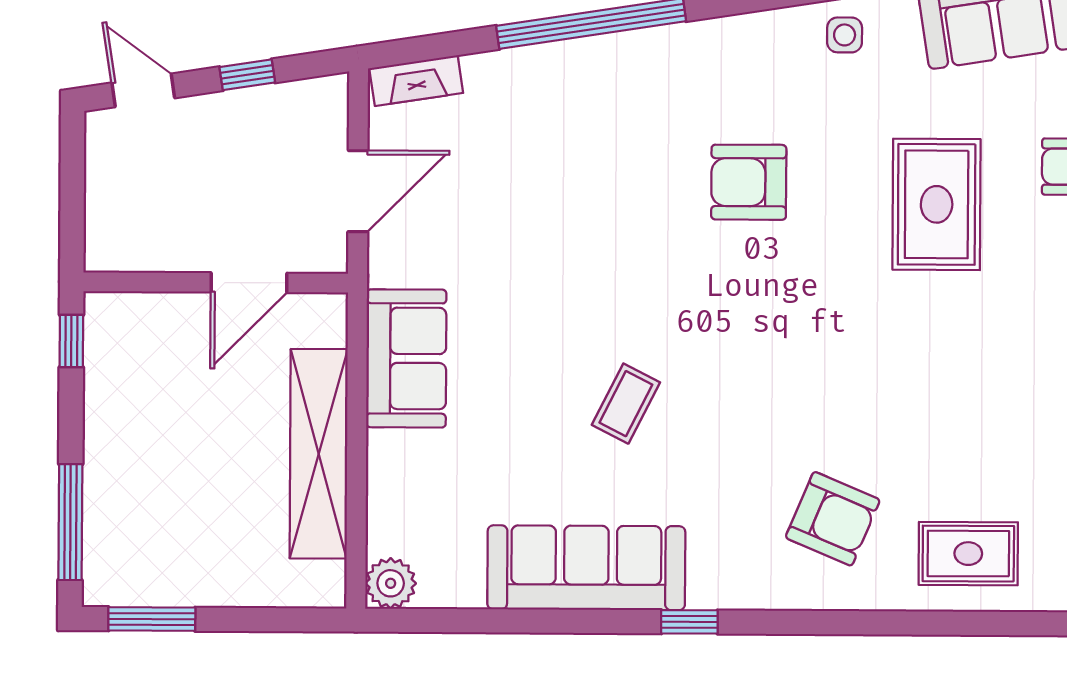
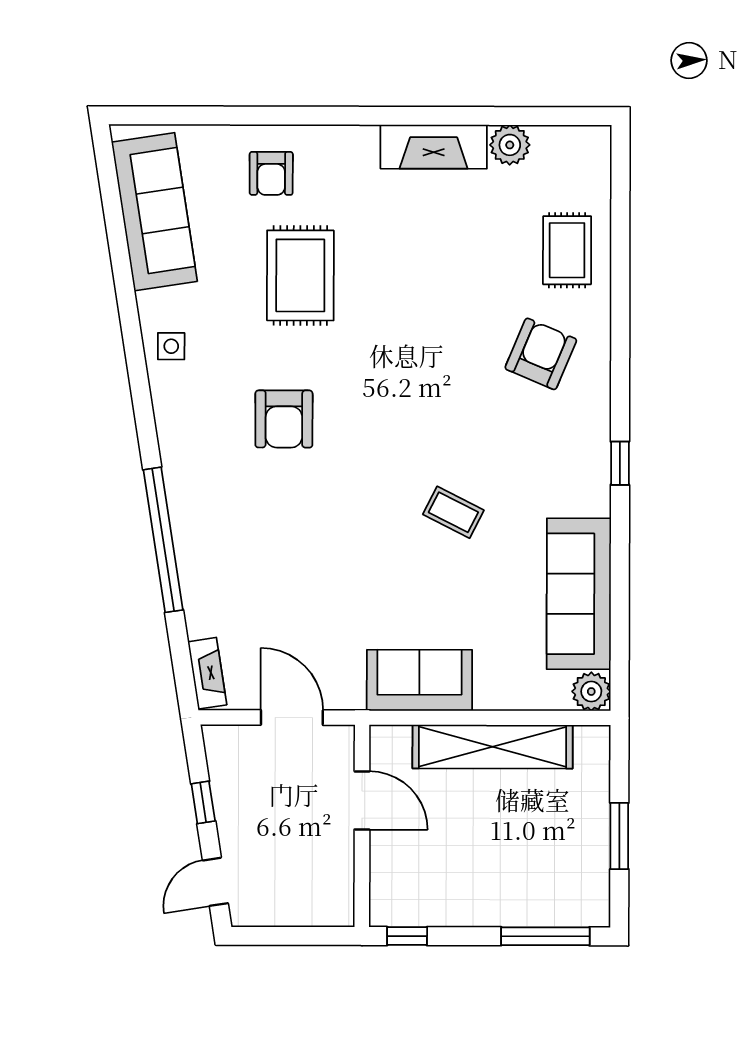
rug: (937, 204) -> (300, 275), turned 90
sofa: (586, 568) -> (579, 594), moved
window: (152, 619) -> (619, 836), moved

